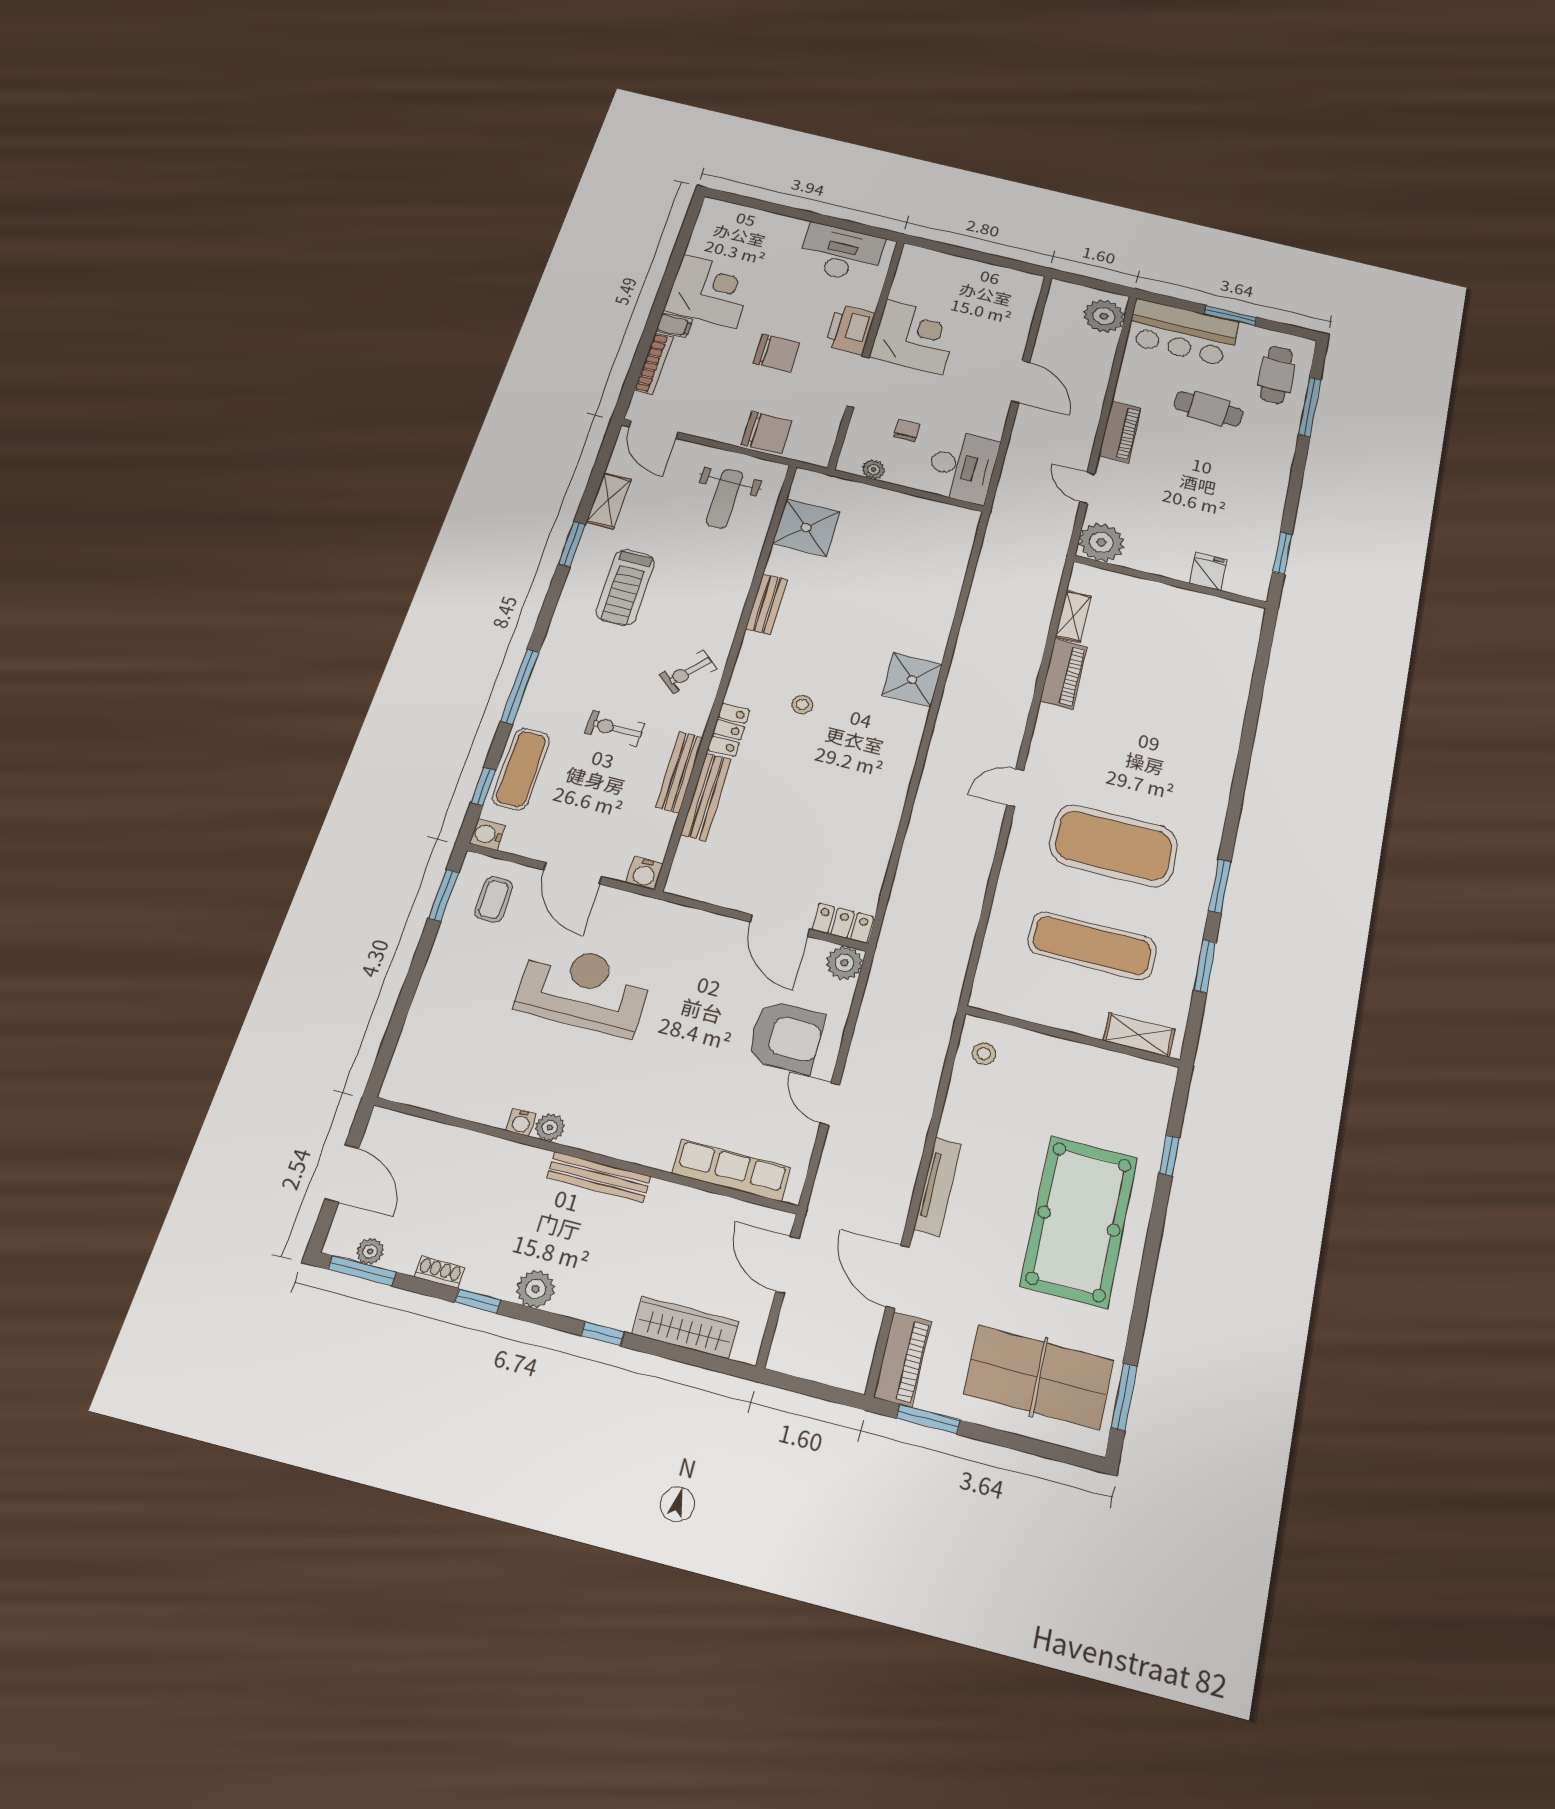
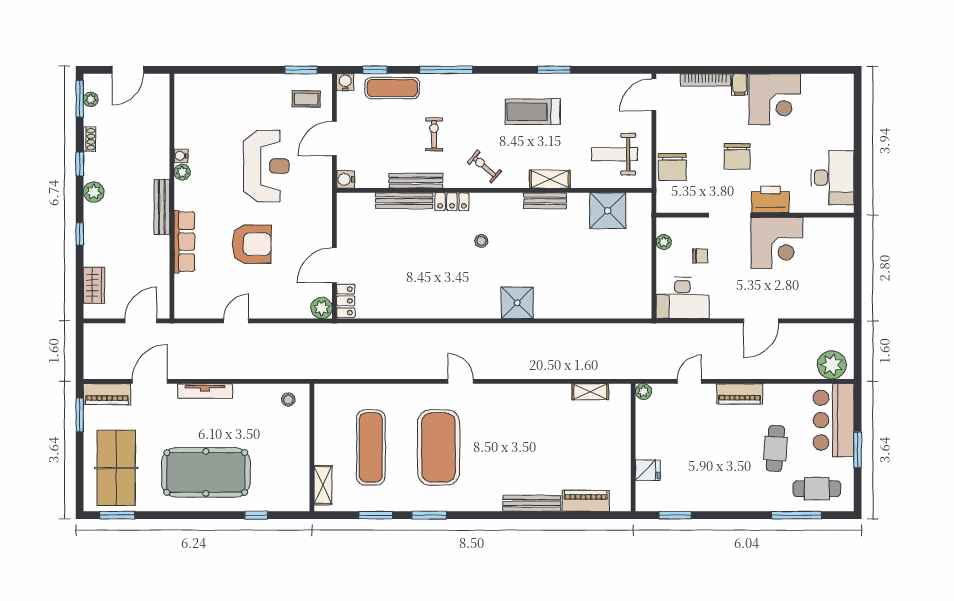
shelving: (609, 501) -> (550, 179), moved
plant: (1101, 542) -> (643, 392), width x0.53, depth x0.53
piano: (1063, 674) -> (586, 501), moved, turned 180
bench: (1229, 736) -> (532, 503), added
armchair: (786, 1037) -> (252, 244), moved, turned -90
row of seats: (731, 1170) -> (184, 242), moved
wardrobe: (685, 1328) -> (94, 285), width x0.67

